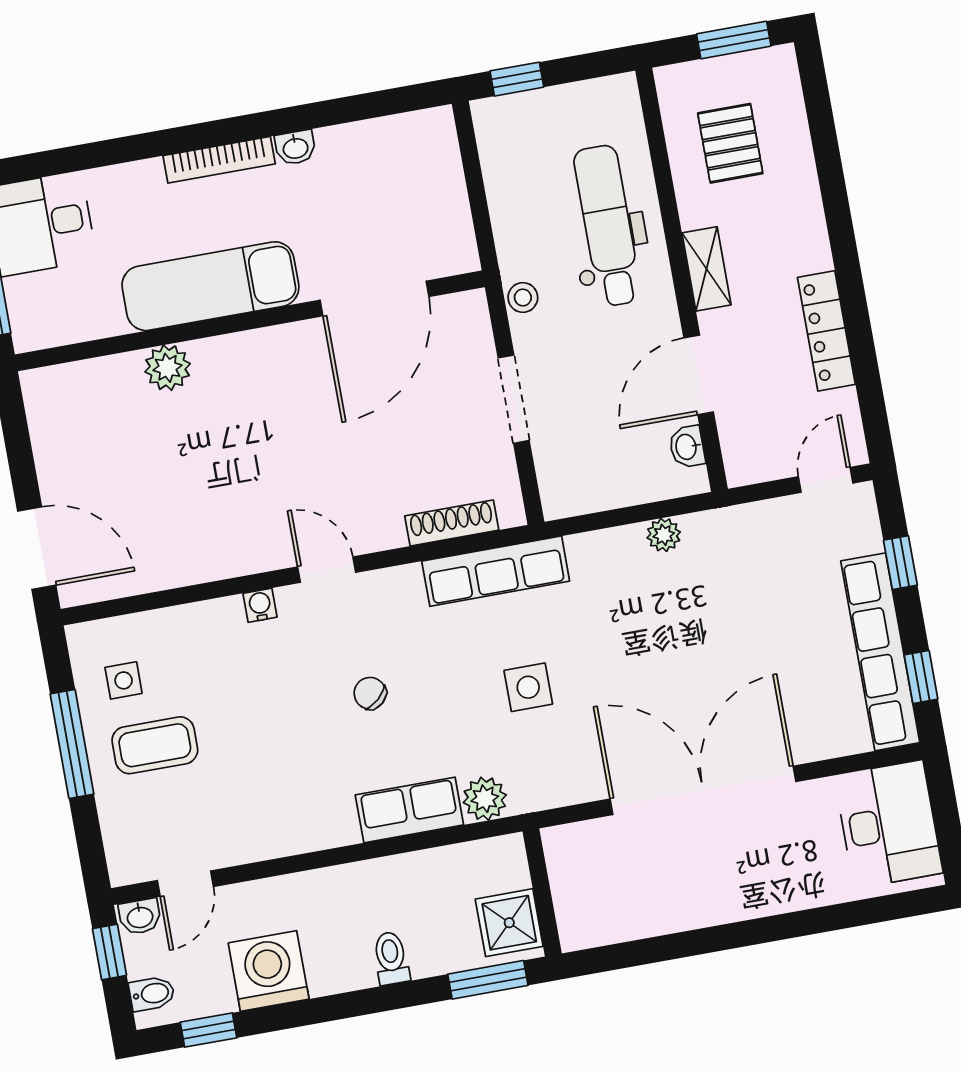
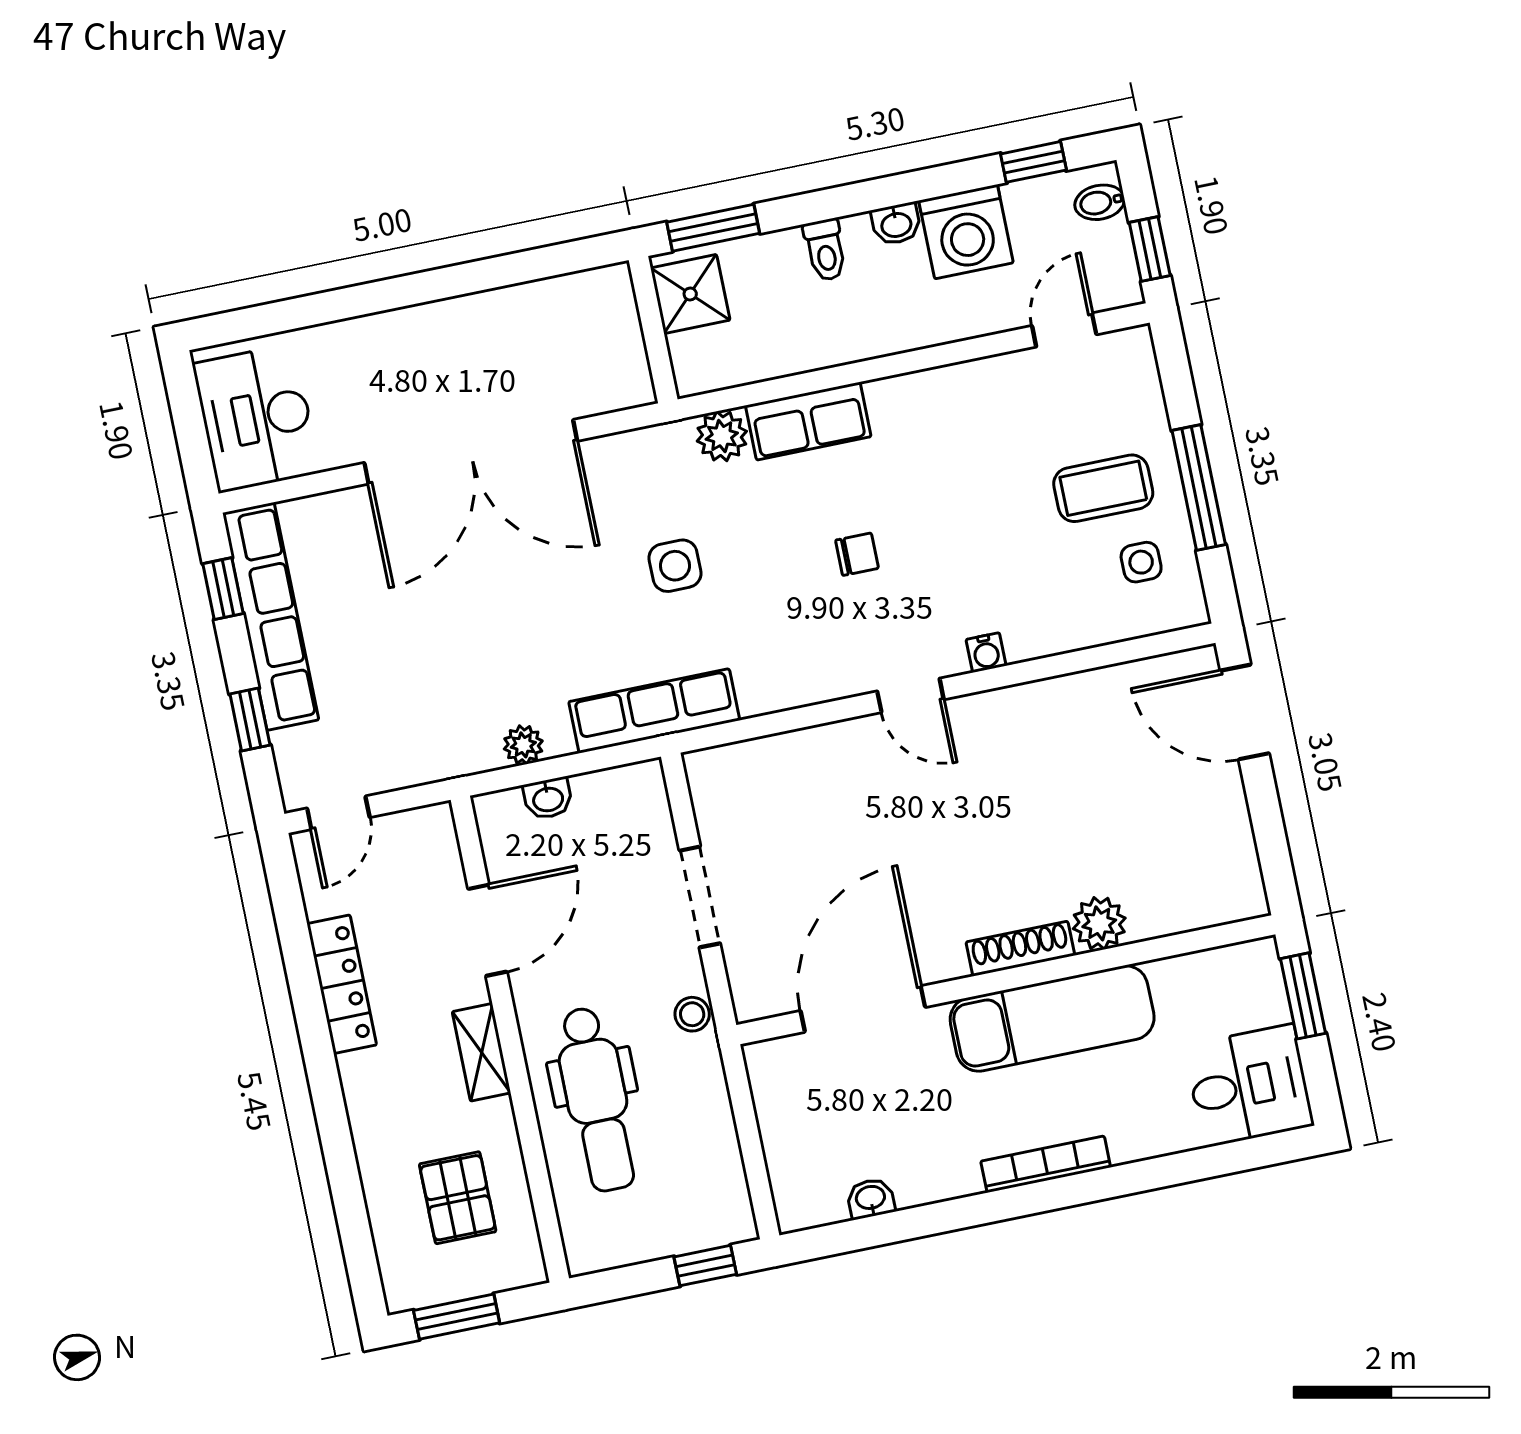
washbasin: (295, 148) -> (871, 1198), moved
washbasin: (687, 447) -> (548, 798), moved, turned 90
shoe rack: (452, 523) -> (1020, 949), moved, turned 180
row of seats: (496, 571) -> (654, 711), moved
chair: (370, 693) -> (857, 554), turned -48
washbasin: (140, 917) -> (896, 224), moved, turned 180

